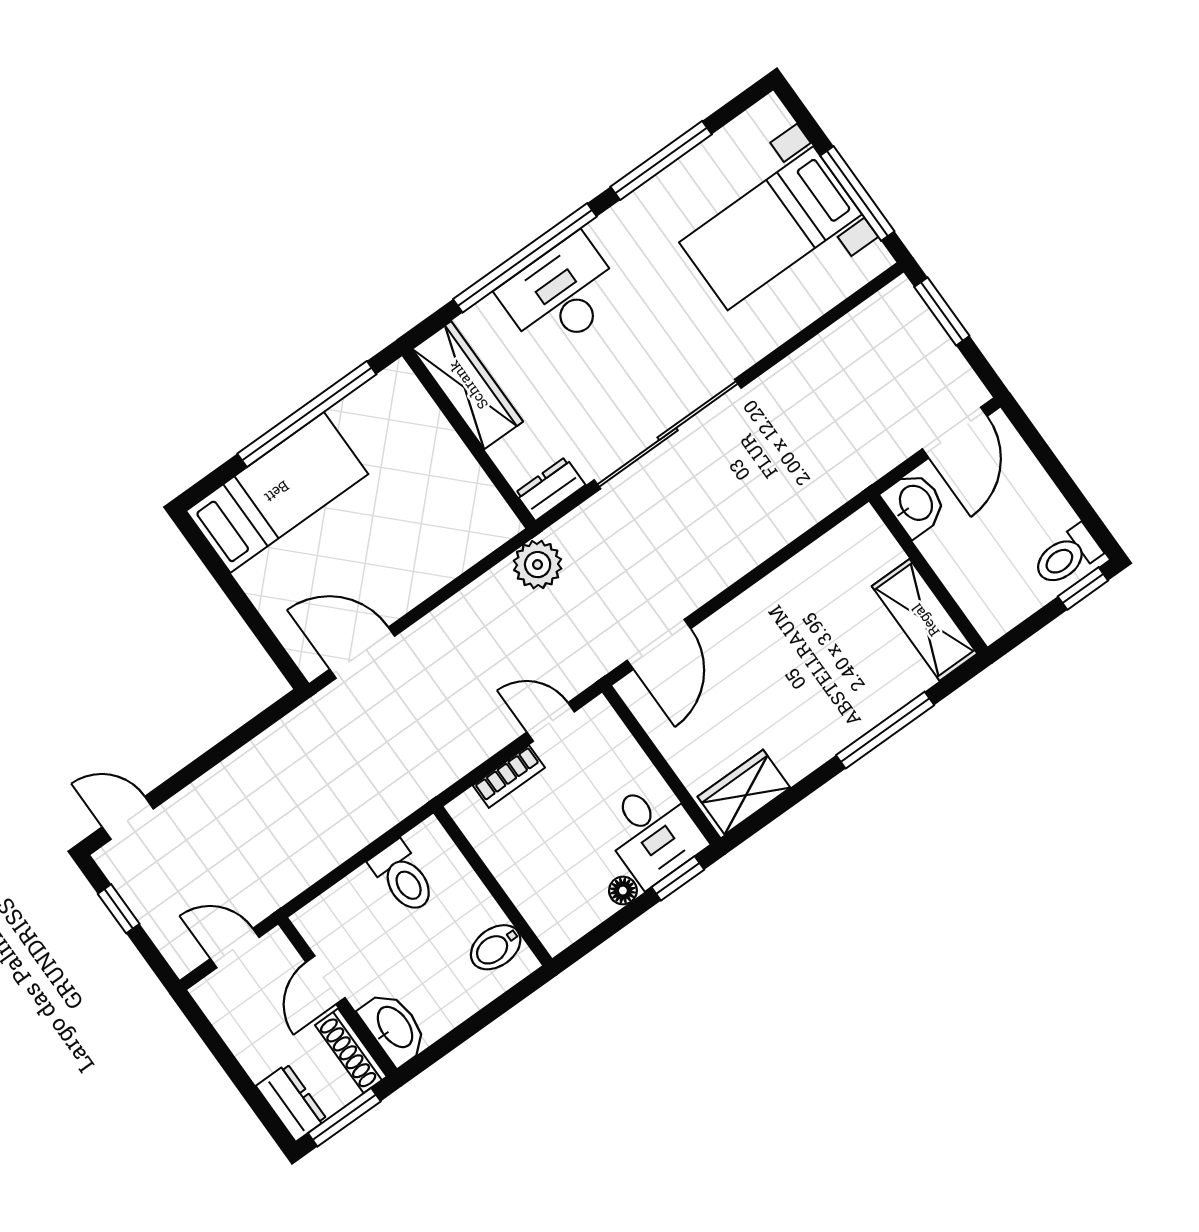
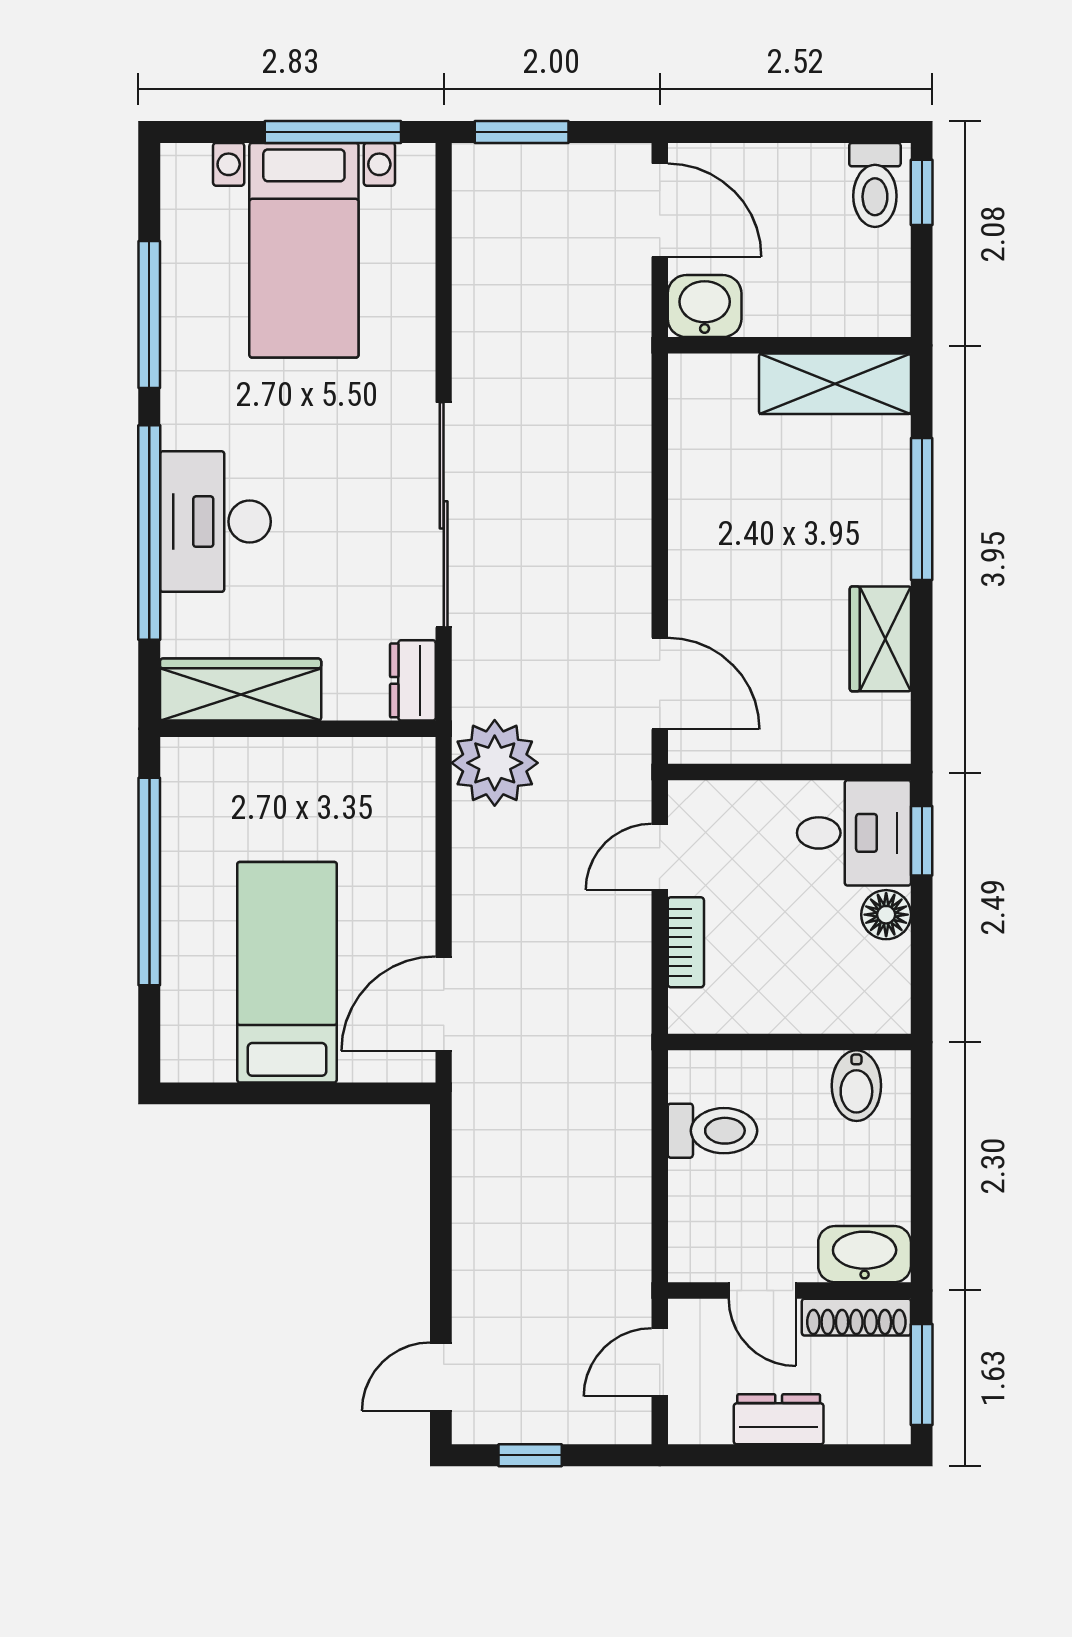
bed: (277, 492) -> (287, 972), moved
plant: (538, 565) -> (495, 763), width x1.36, depth x1.36
wardrobe: (744, 792) -> (880, 639), moved
floor lamp: (623, 891) -> (886, 915), width x1.37, depth x1.37
dresser: (291, 1103) -> (779, 1419), moved

